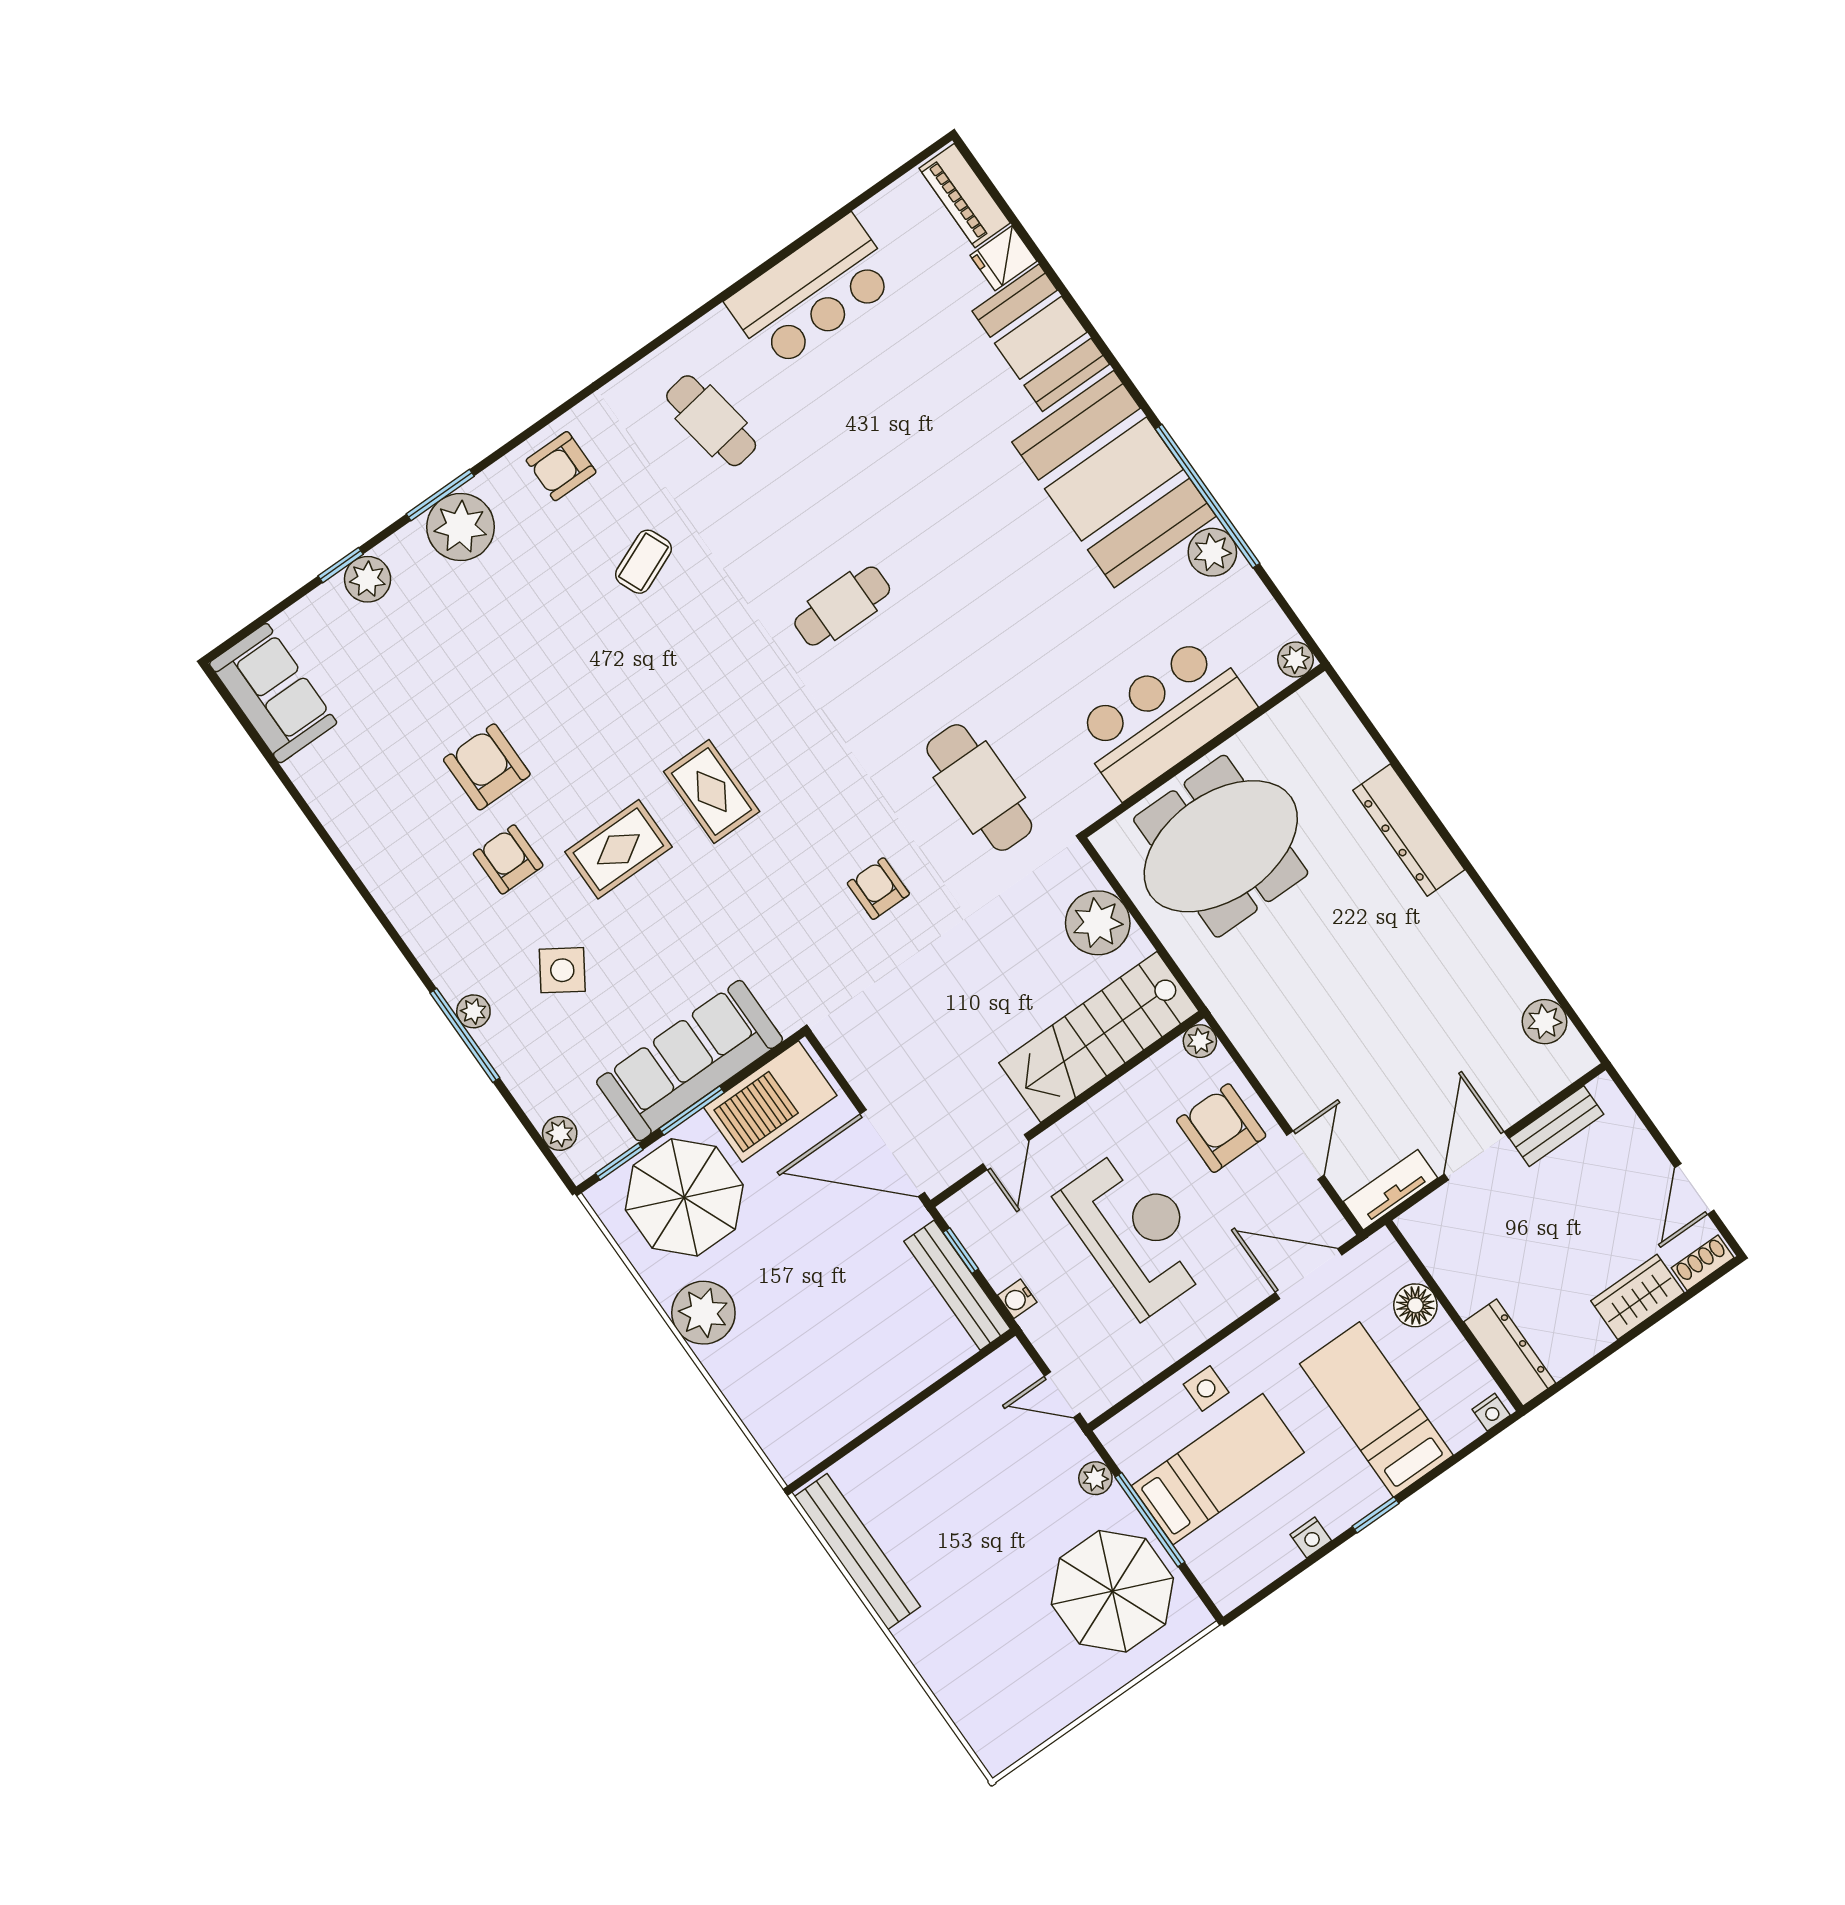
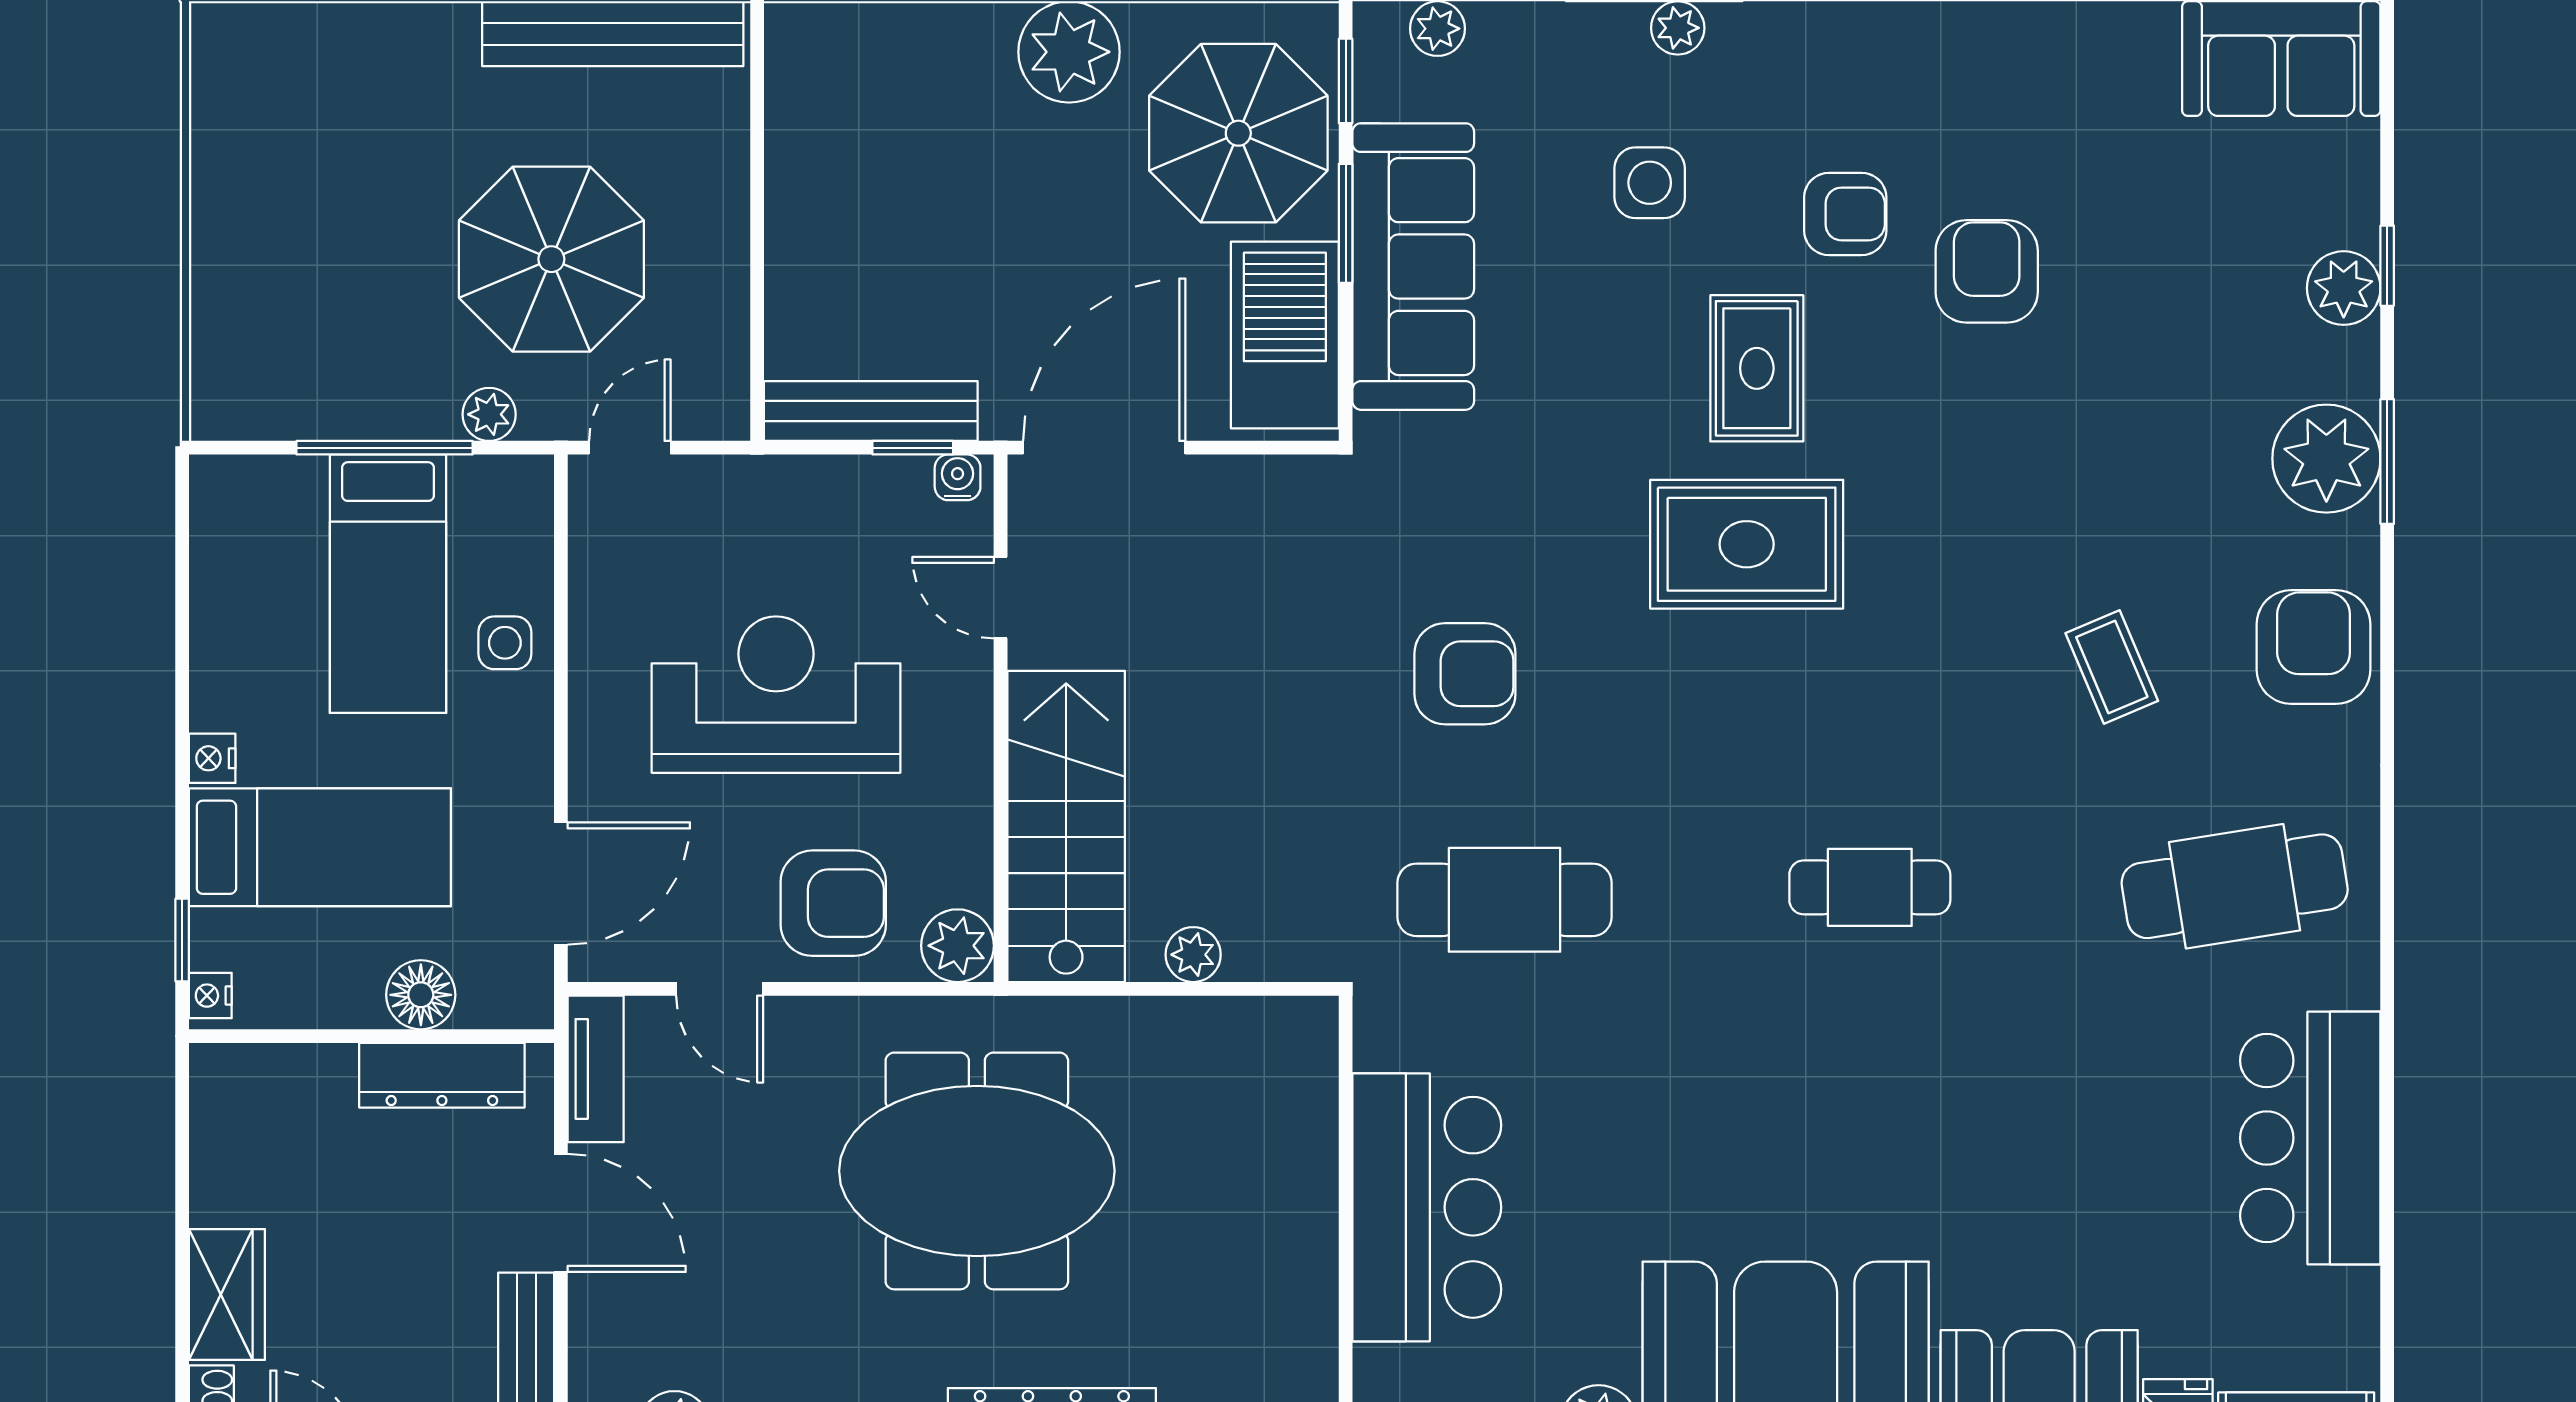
cafe table: (711, 421) -> (2235, 886), width x1.37, depth x1.35
armchair: (561, 466) -> (2314, 647), width x1.38, depth x1.38
cafe table: (842, 606) -> (1870, 887), turned 90
armchair: (487, 767) -> (1987, 271), turned -90
rug: (712, 792) -> (1747, 544), width x1.36, depth x1.43
meeting table: (1221, 846) -> (977, 1171), moved, turned 90
armchair: (878, 889) -> (1465, 674), width x1.38, depth x1.38
plant: (1098, 923) -> (1193, 955), width x0.53, depth x0.53
side table: (562, 970) -> (1650, 183), turned -33
plant: (1200, 1041) -> (957, 946), width x1.38, depth x1.38
reception desk: (1135, 1232) -> (776, 695), turned 180
water cooler: (1017, 1299) -> (958, 477), moved
dresser: (1510, 1353) -> (442, 1075), moved
window: (1376, 1515) -> (182, 940), moved
nightstand: (1311, 1538) -> (212, 758), moved
parasol: (1112, 1591) -> (551, 259), moved

